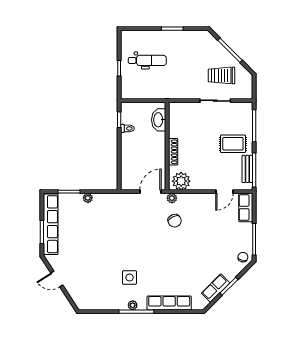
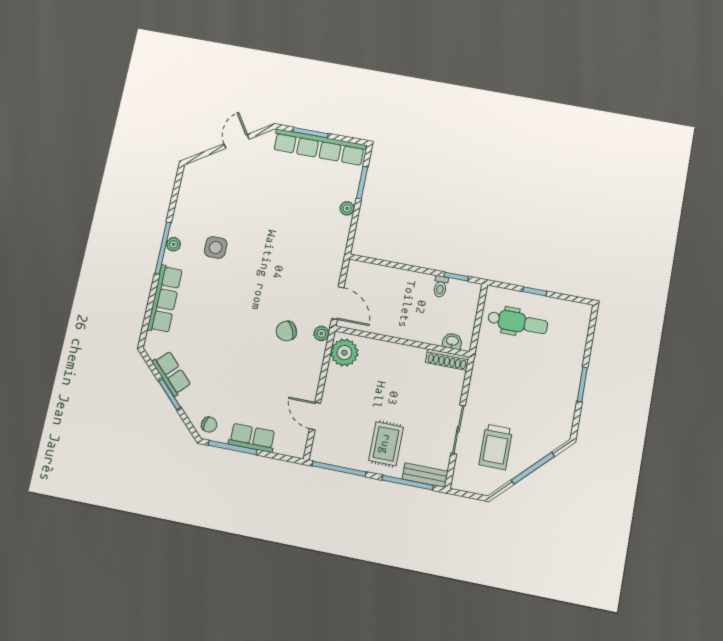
dental chair: (147, 60) -> (518, 322), moved, turned -90
trolley: (221, 75) -> (496, 447), turned 180
washbasin: (159, 120) -> (452, 341), width x0.52, depth x0.69
shoe rack: (173, 152) -> (447, 360), moved
bench: (247, 169) -> (425, 475), moved
row of seats: (246, 207) -> (252, 438), moved

